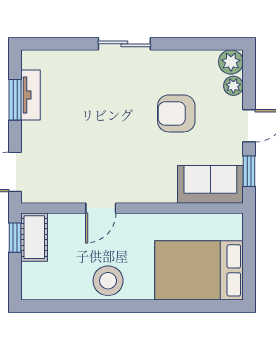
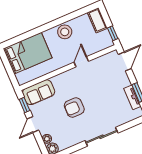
sliding door: (124, 44) -> (102, 137), width x1.37
armchair: (176, 113) -> (74, 107), moved, turned 180
cot: (34, 237) -> (97, 20), moved

